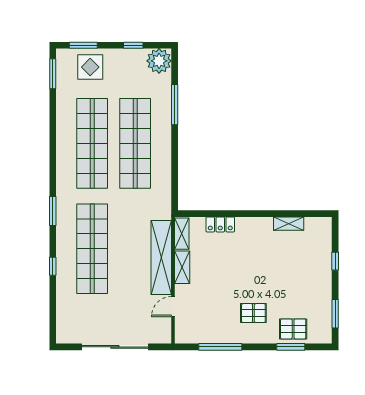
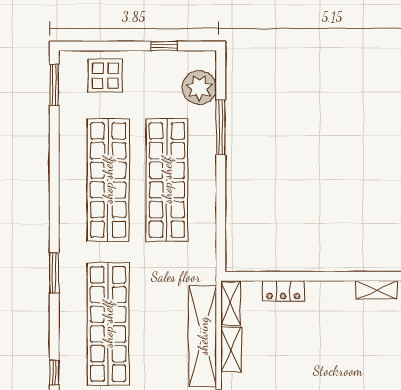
window: (83, 45) -> (96, 46), removed
plant: (159, 61) -> (199, 88), moved
window: (53, 266) -> (54, 373), moved

